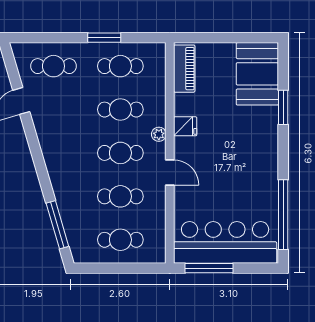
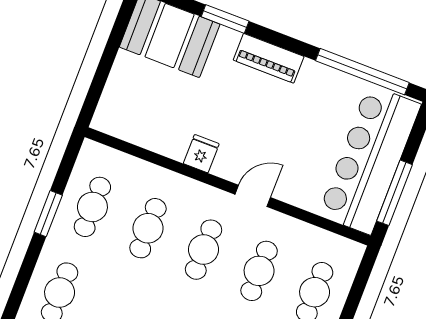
piano: (184, 69) -> (269, 58), moved, turned 180
plant: (159, 134) -> (199, 191), removed

